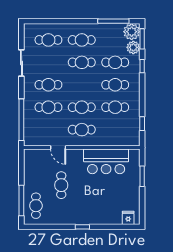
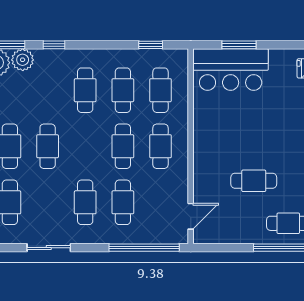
cafe table: (115, 62) -> (160, 90), moved
door: (58, 148) -> (191, 216), moved
bar counter: (106, 161) -> (231, 70), moved, turned 90

